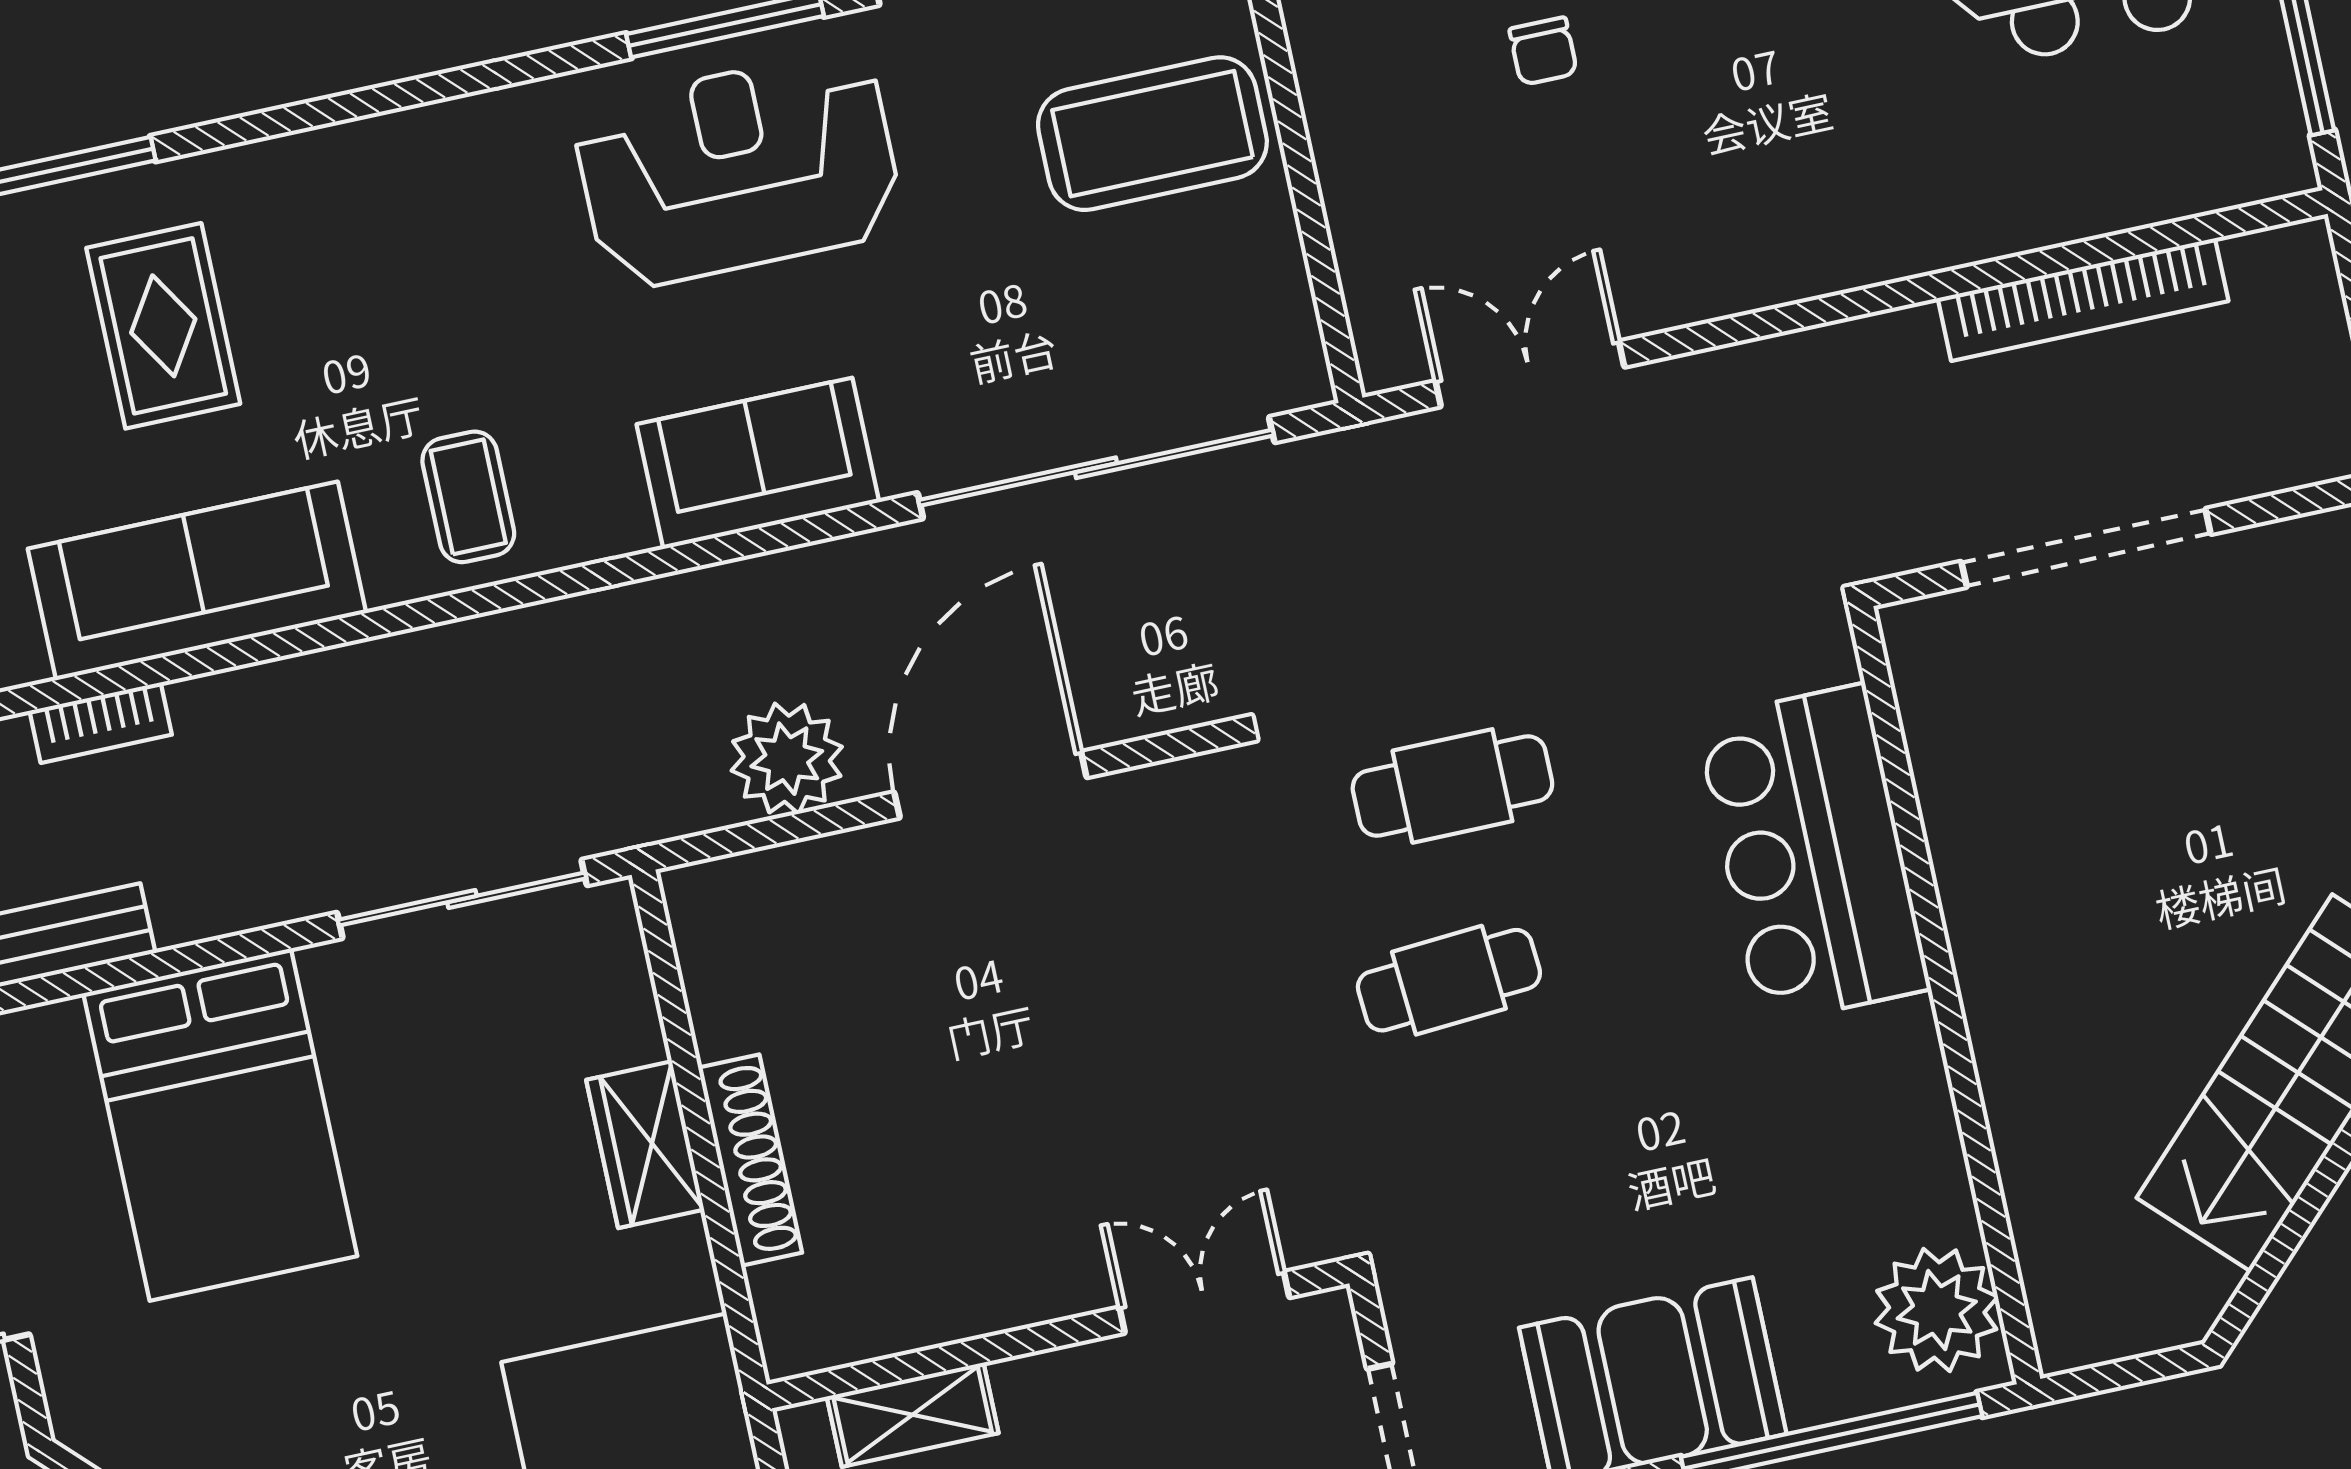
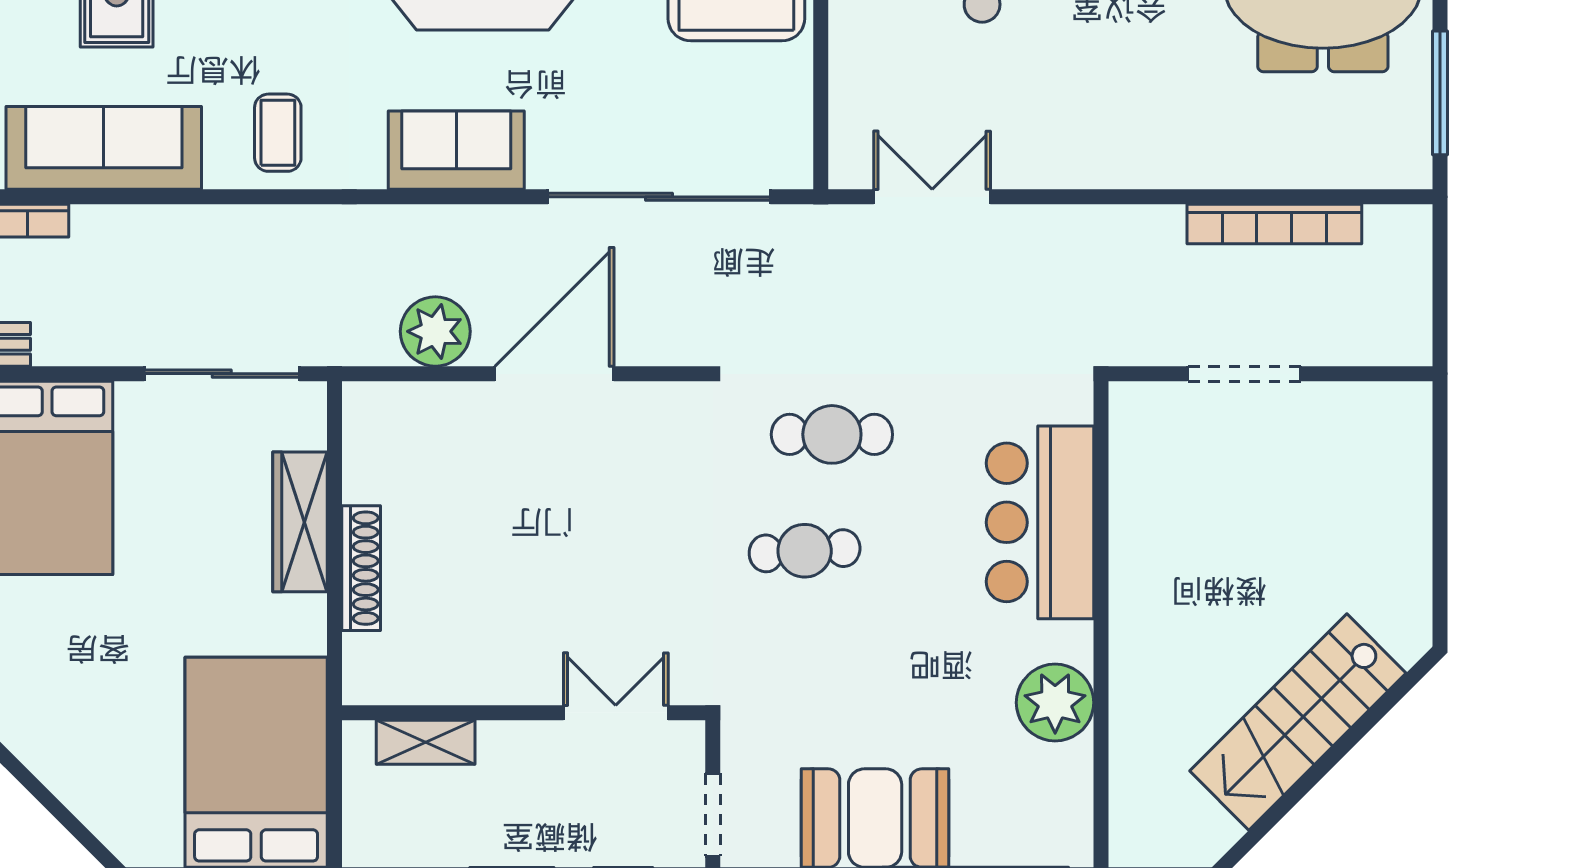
doorway: (2086, 548) -> (1244, 374), width x0.73
wardrobe: (645, 1145) -> (300, 522), width x1.50
plant: (1937, 1310) -> (1055, 703), moved

